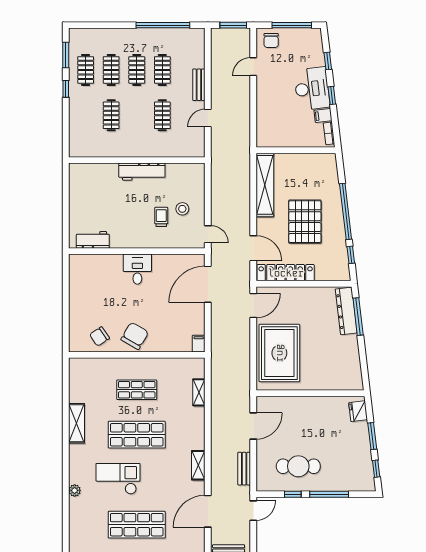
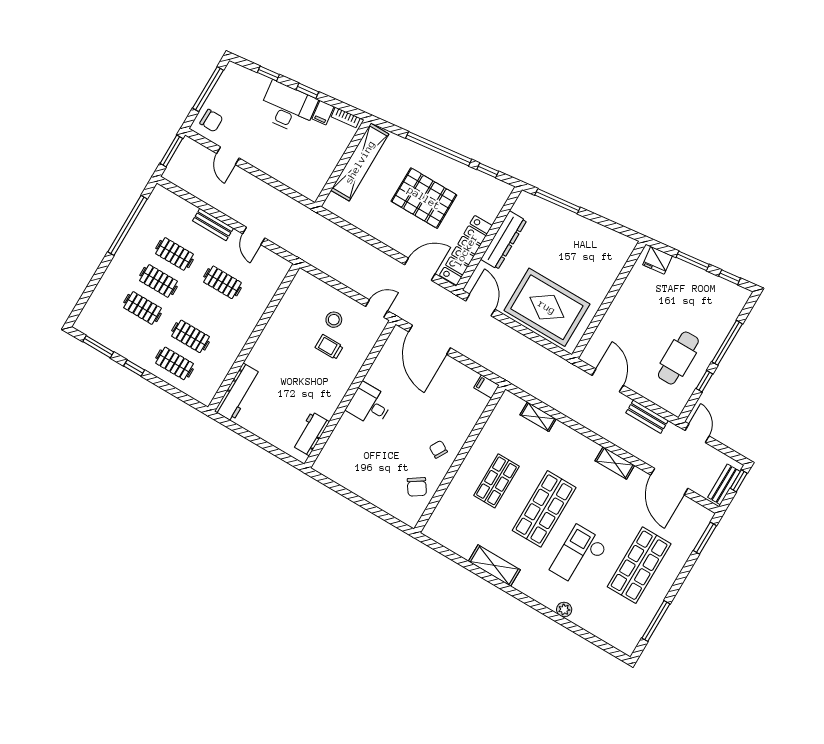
clothes rail: (86, 70) -> (175, 363), moved
workbench: (142, 172) -> (238, 392), moved
shelving: (265, 185) -> (360, 162), moved, turned 90
dresser: (346, 311) -> (504, 240), moved, turned -83
chair: (135, 336) -> (438, 449), width x0.54, depth x0.54

